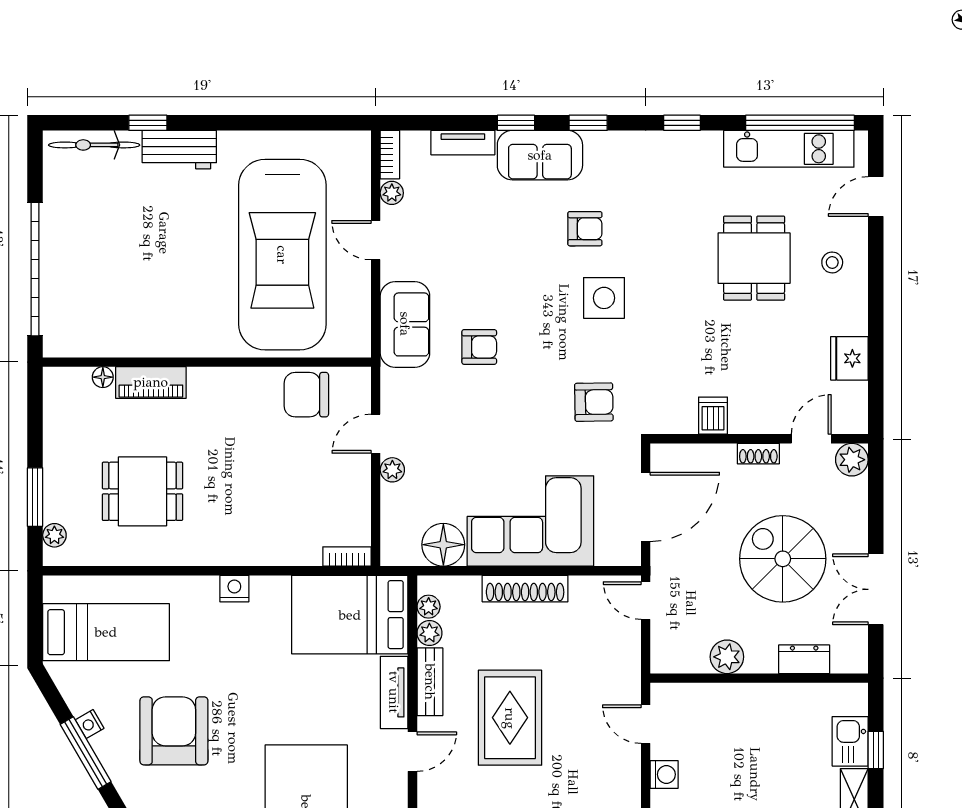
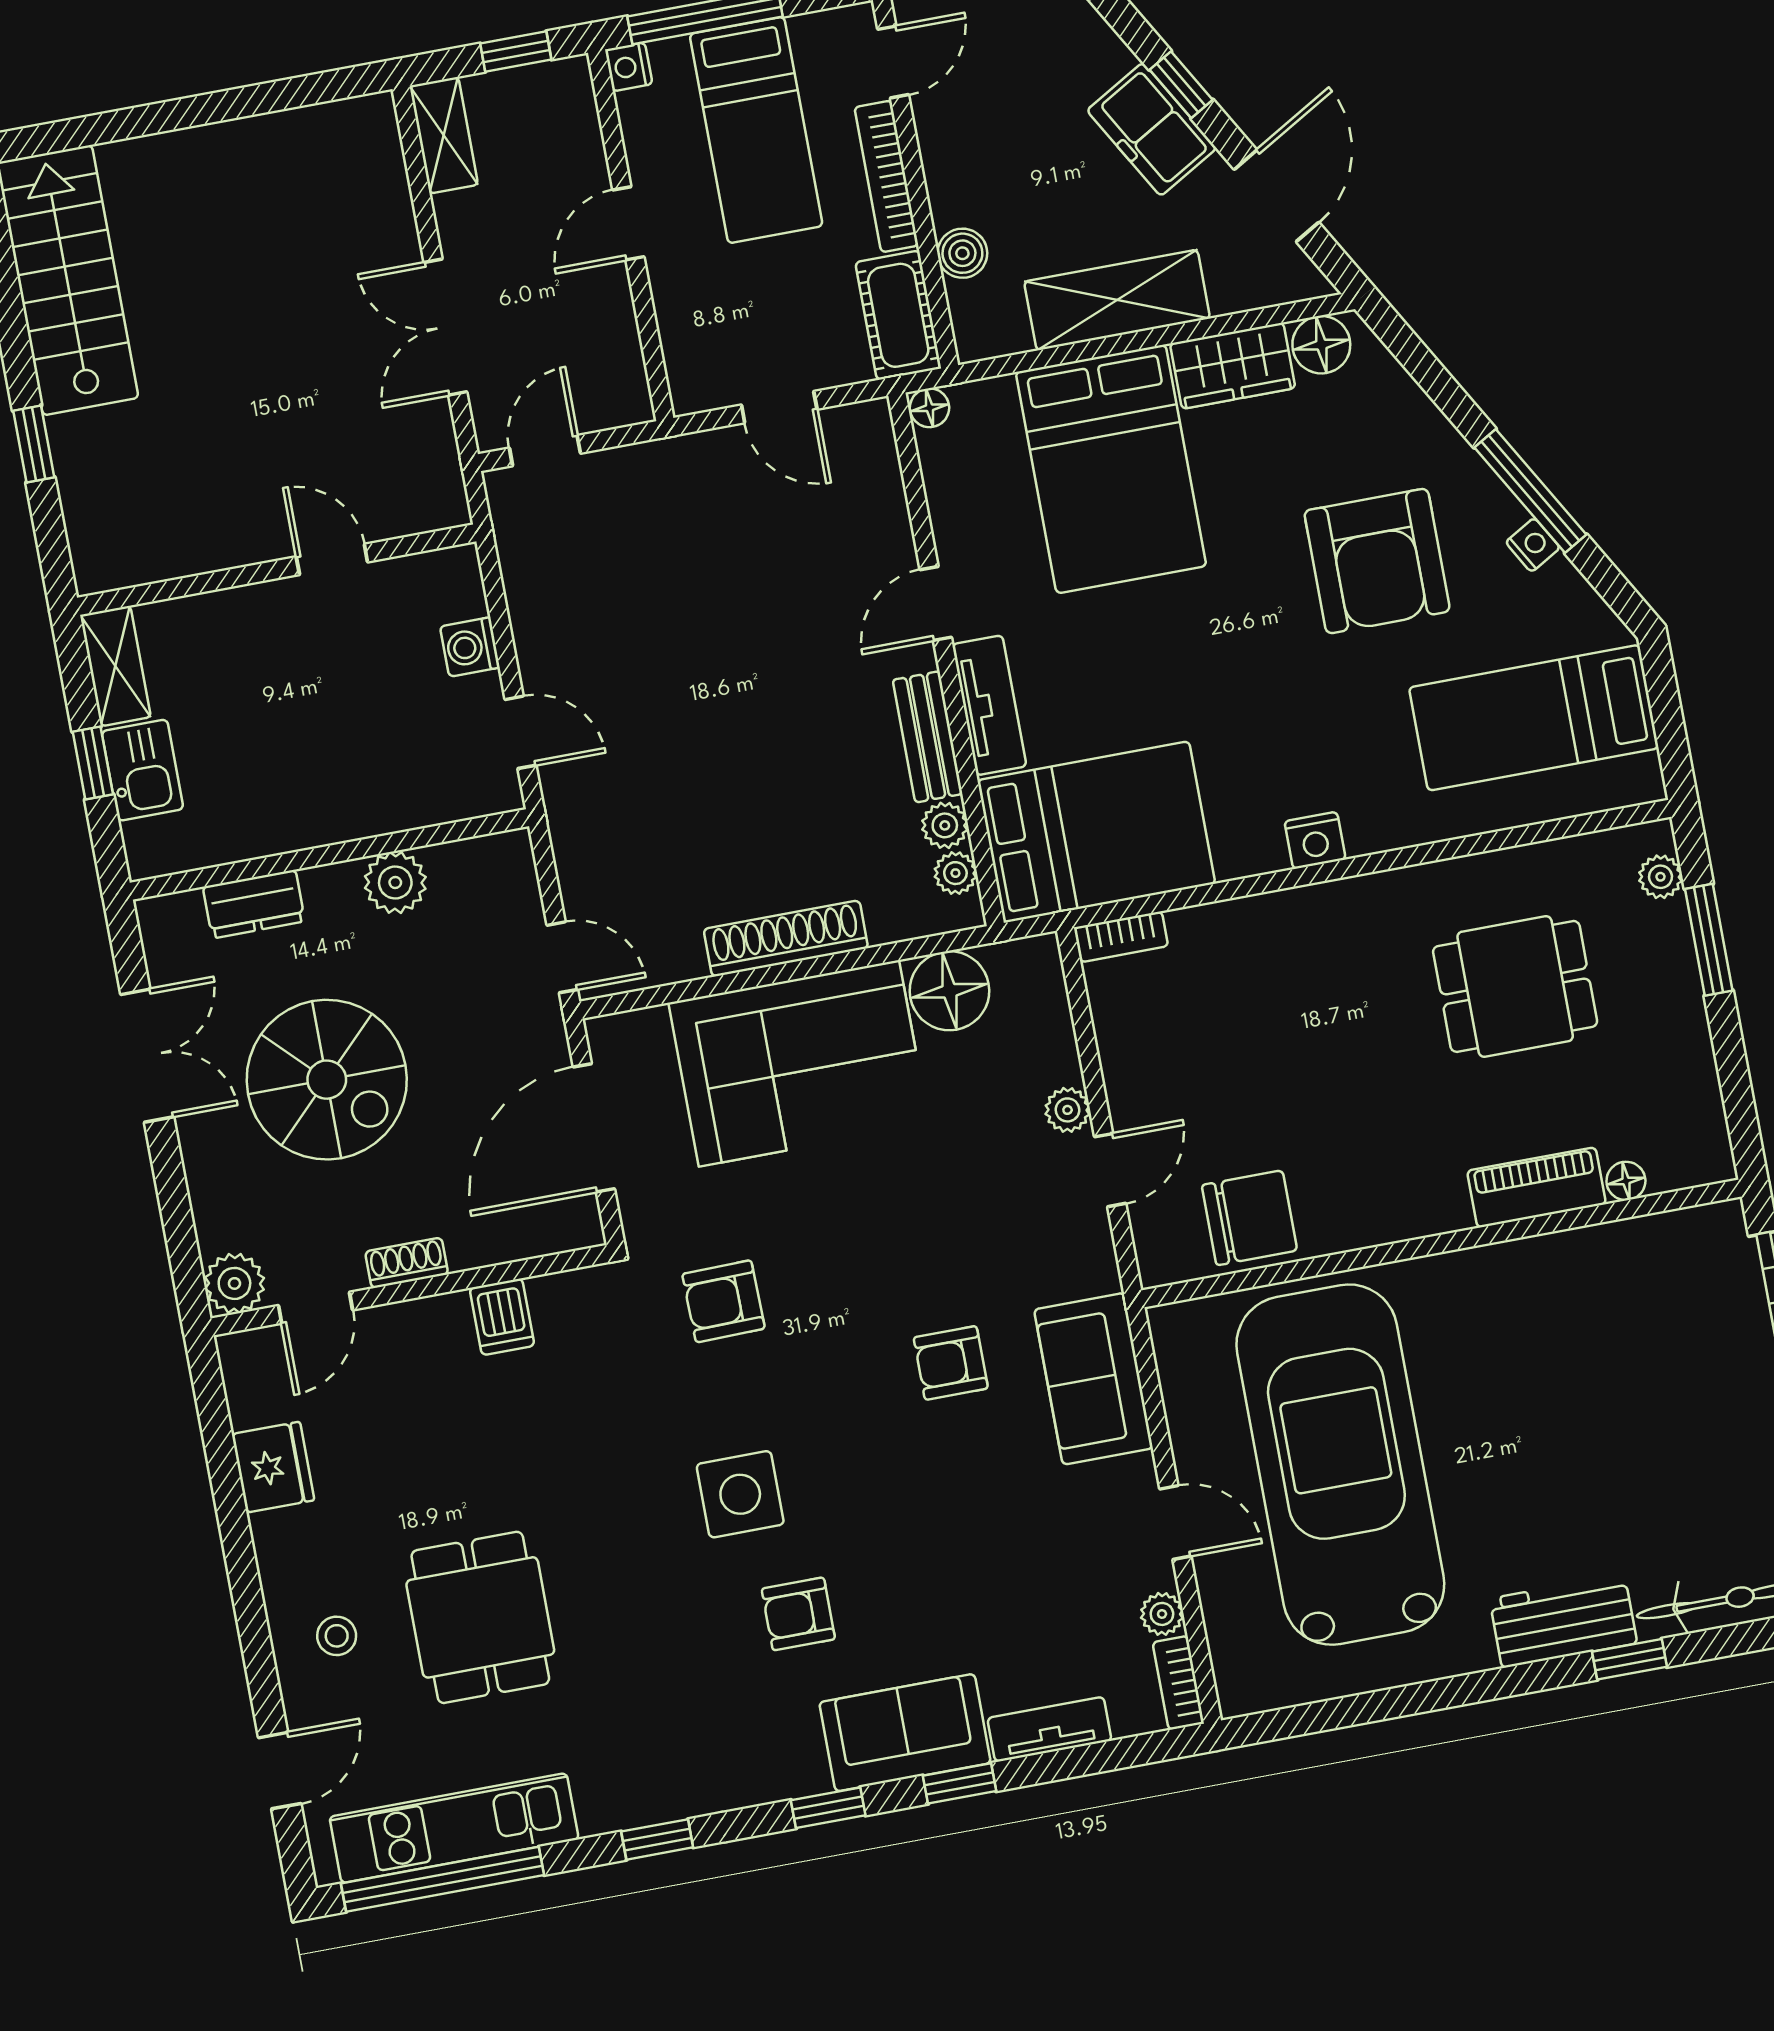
rug: (510, 718) -> (770, 698), removed

